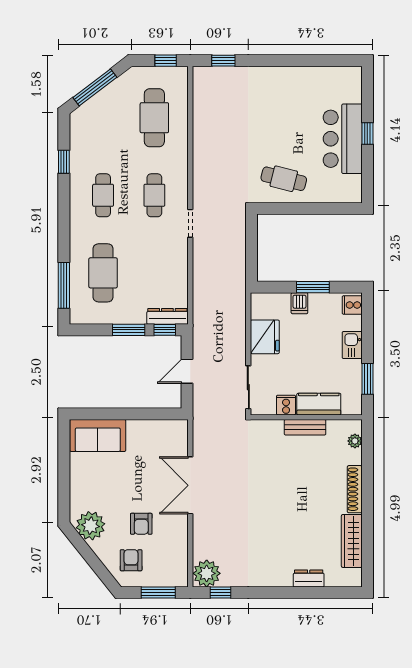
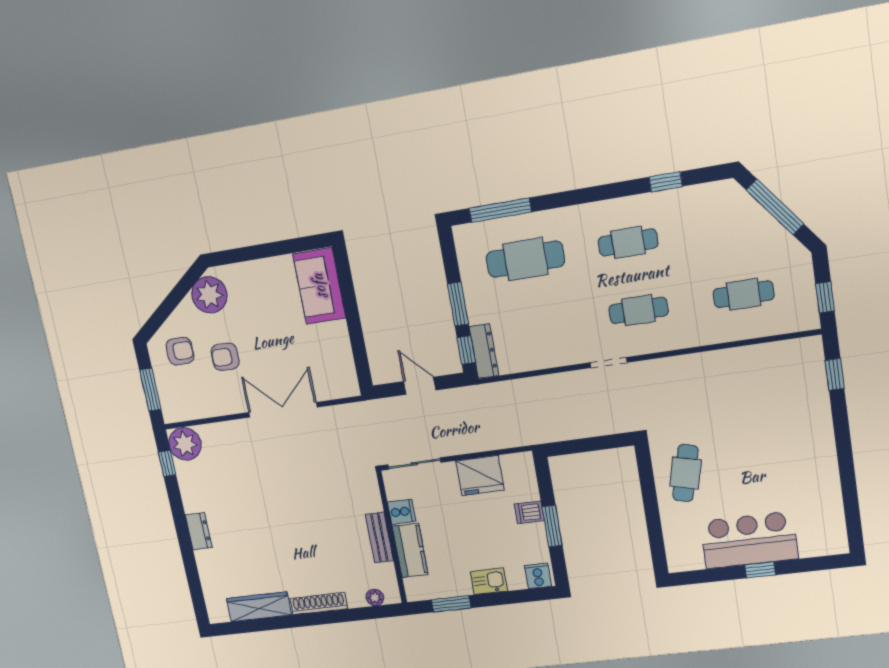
cafe table: (154, 118) -> (744, 294), width x0.73, depth x0.74
dresser: (309, 579) -> (199, 531), moved

